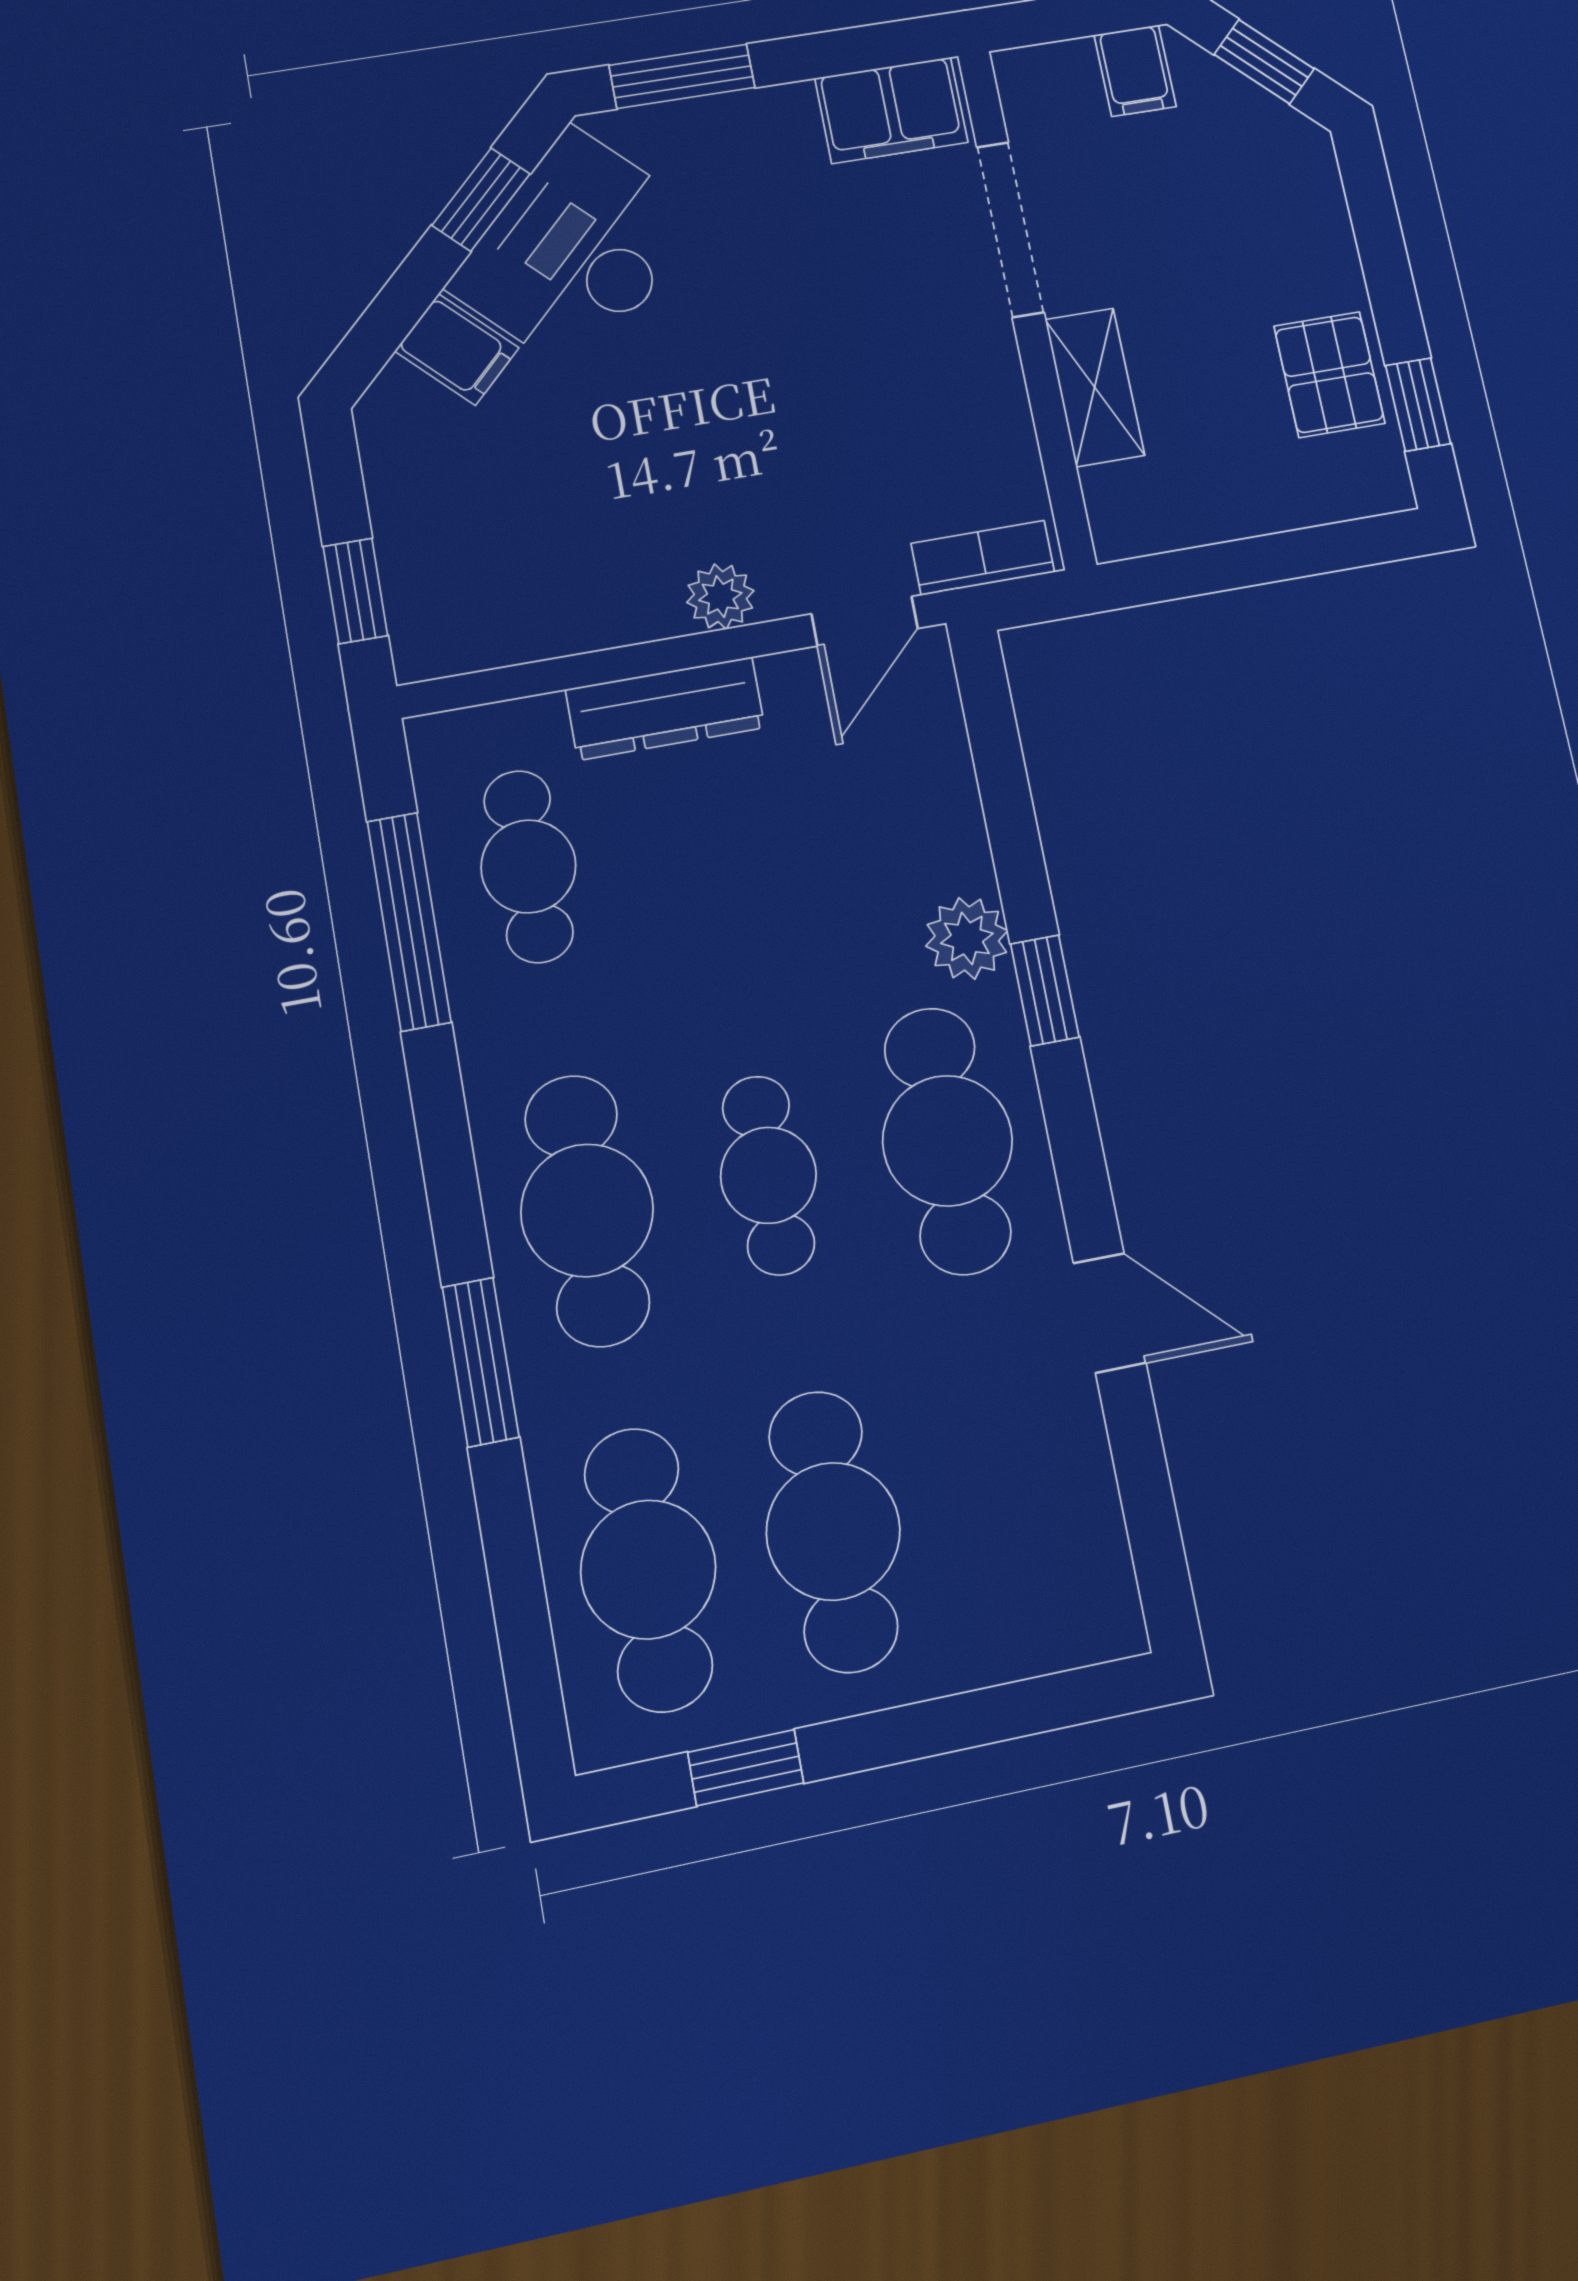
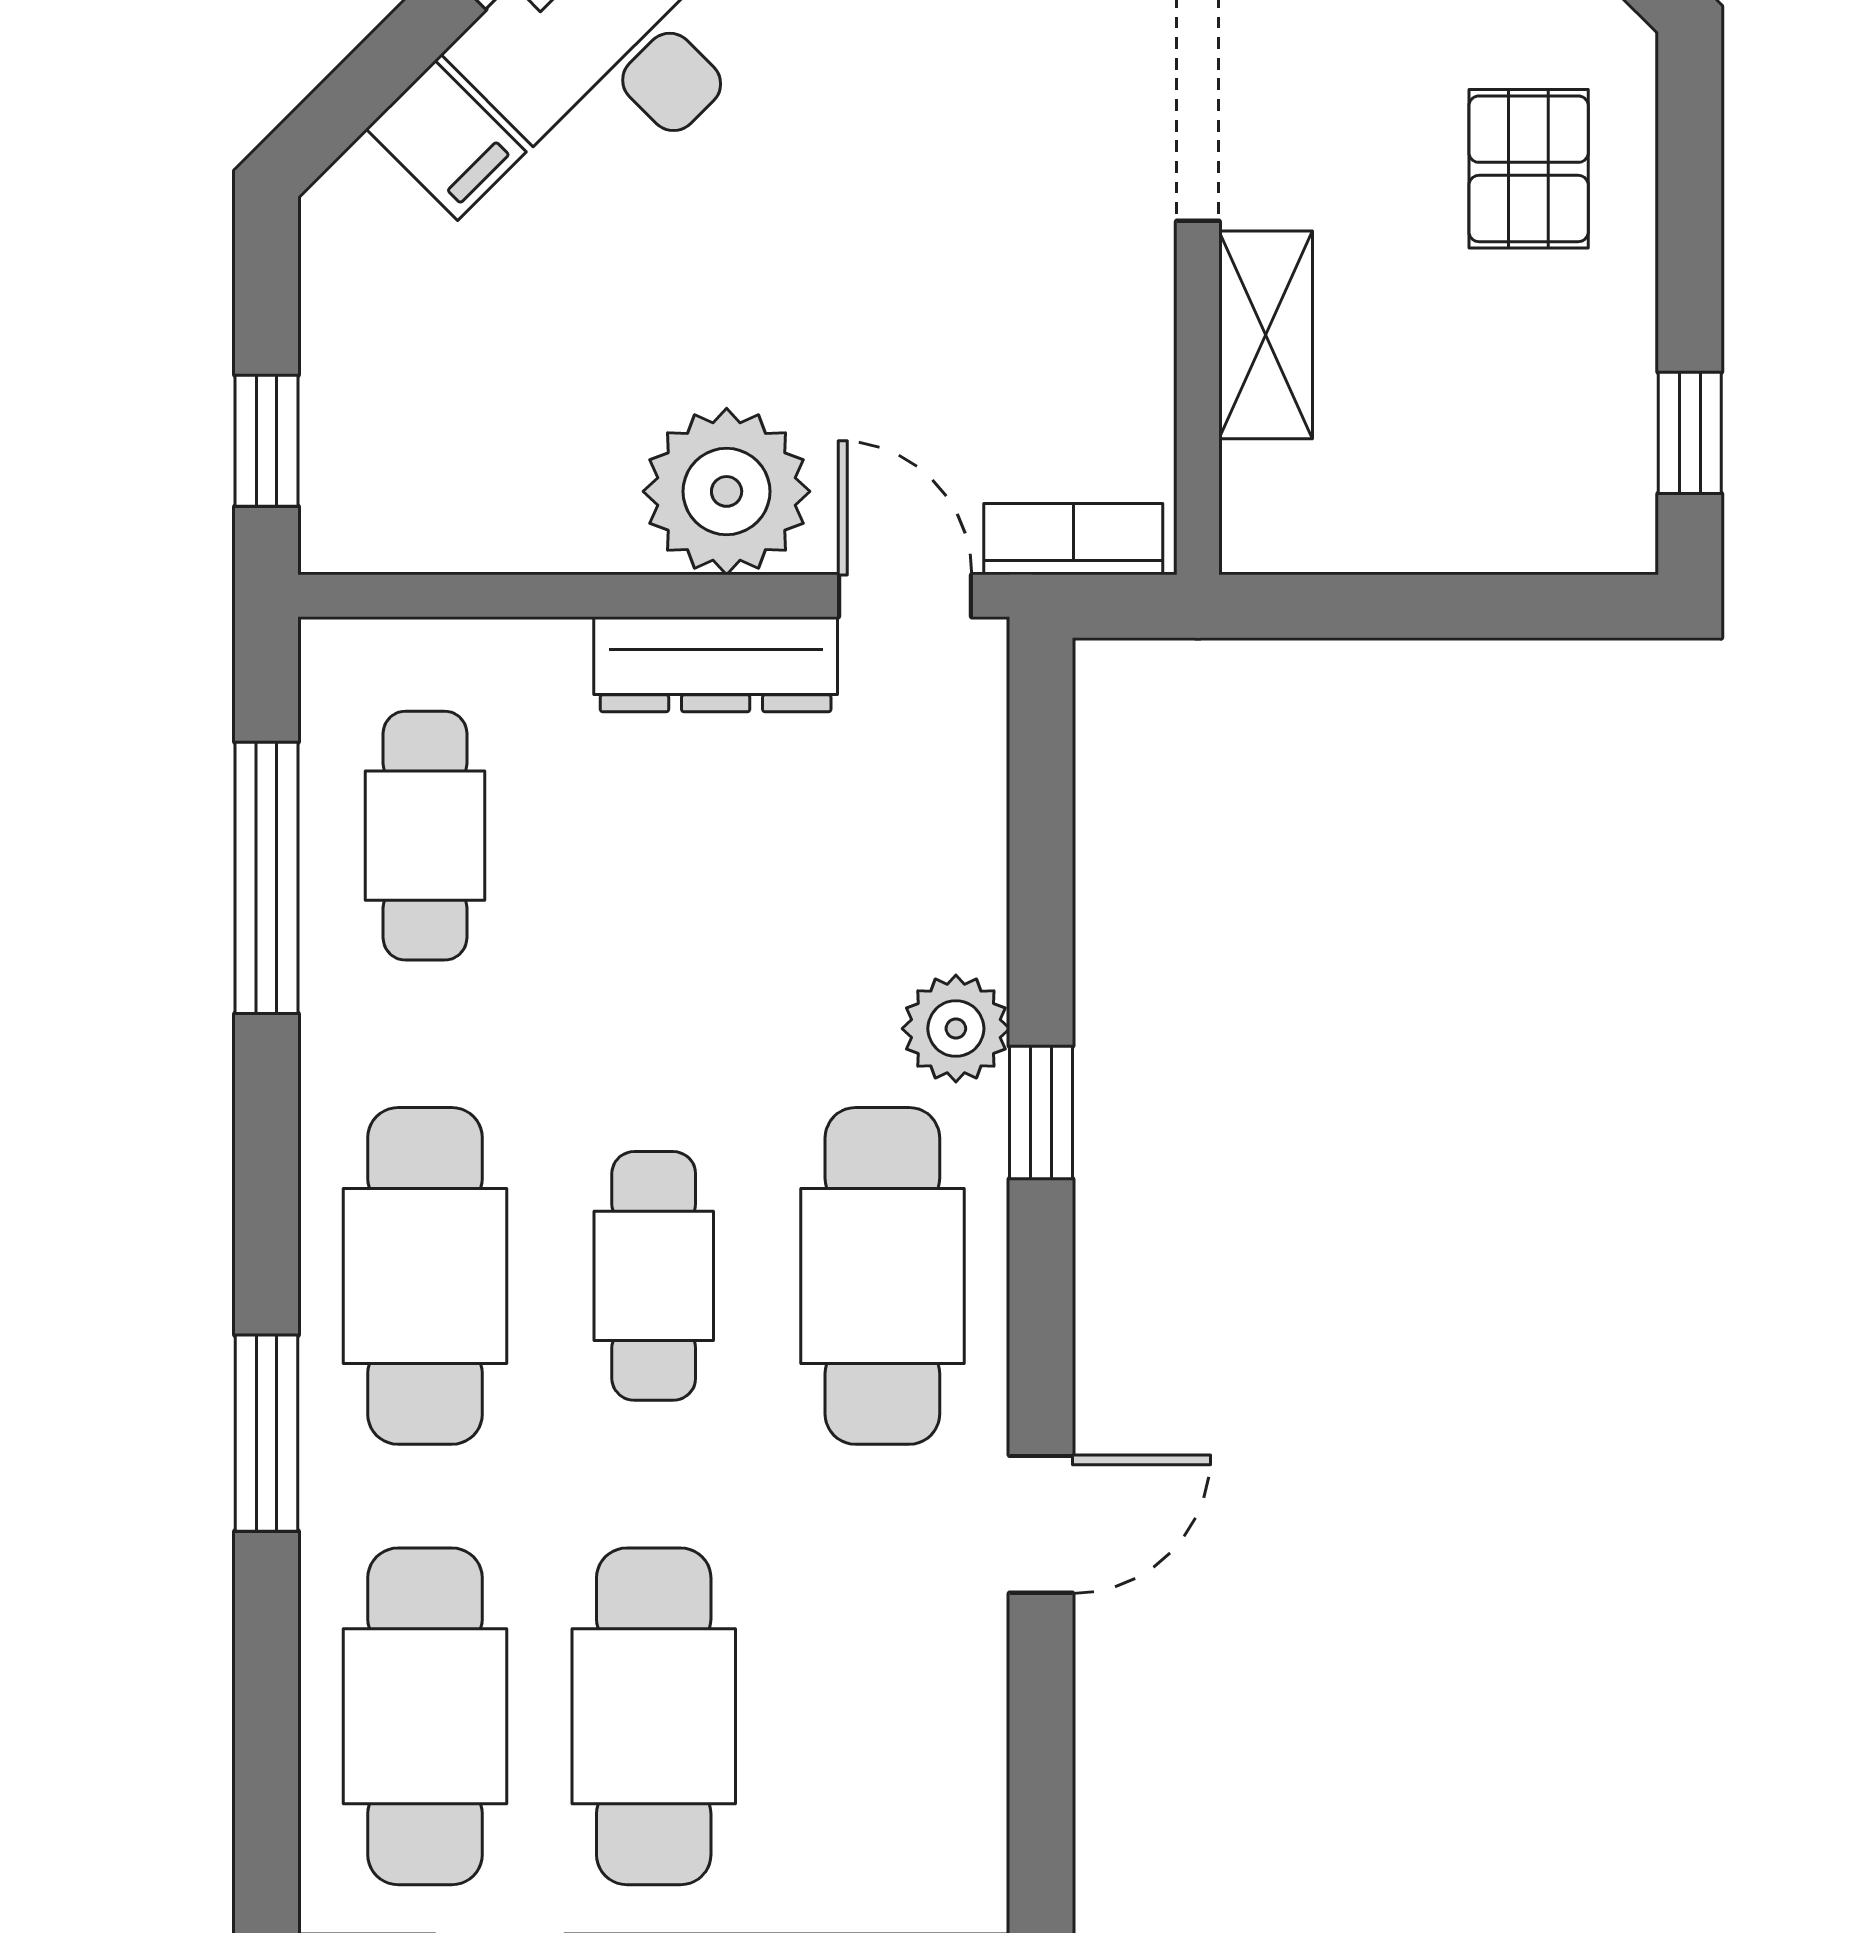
pallet: (1329, 375) -> (1529, 169), moved
plant: (720, 597) -> (727, 491), width x1.88, depth x1.88
door: (865, 621) -> (905, 596), swing flipped
dresser: (665, 709) -> (716, 664), moved
door: (1110, 1313) -> (1041, 1524), hinge flipped

